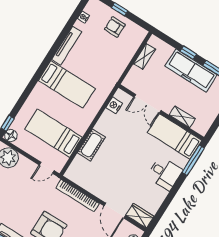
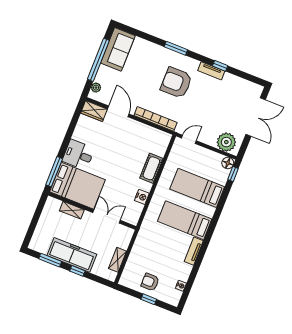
armchair: (115, 27) -> (150, 282), turned 180
tv unit: (67, 46) -> (194, 251), width x0.71
nightstand: (114, 105) -> (142, 197), moved
bed: (54, 133) -> (197, 188), moved, turned 180
bed: (175, 136) -> (77, 186), width x1.50

